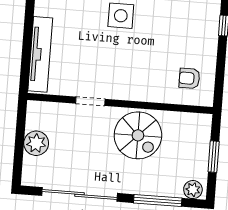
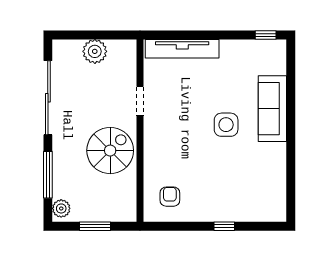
spiral stairs: (138, 135) -> (110, 151), turned 180

